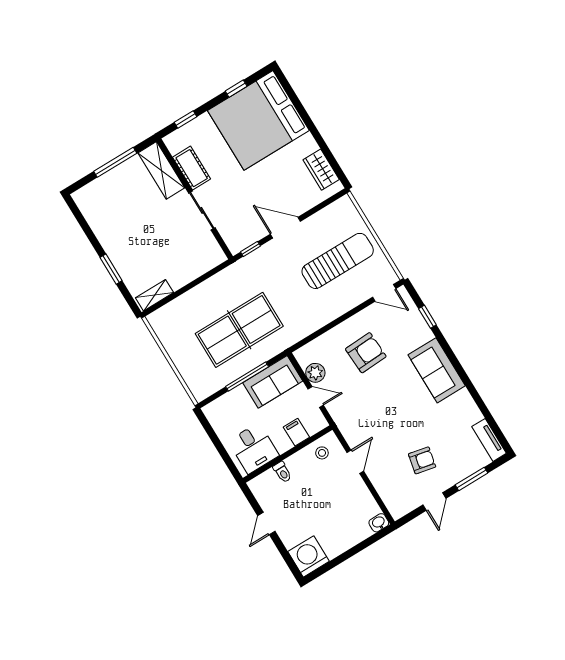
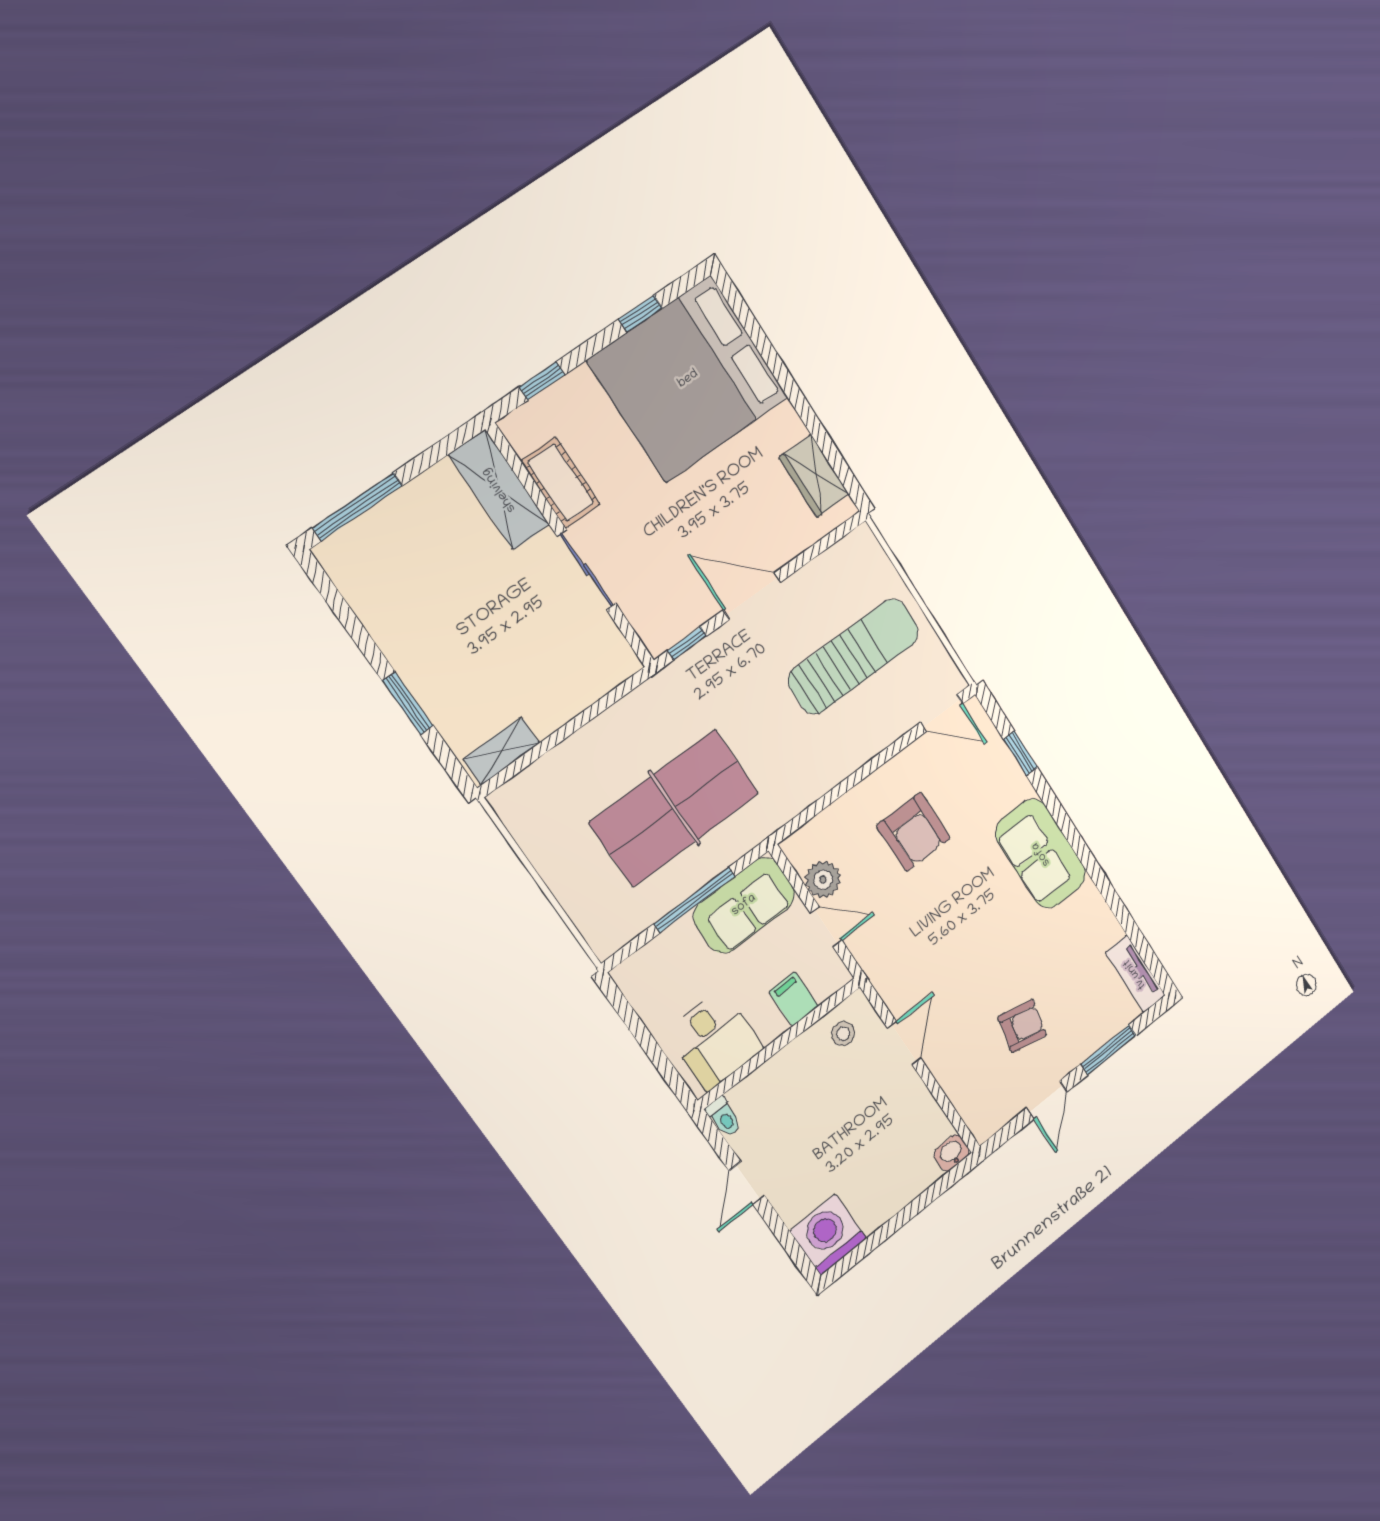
window: (115, 162) -> (357, 507), moved
armchair: (366, 353) -> (914, 832), turned 93
toilet: (282, 472) -> (724, 1117), moved

